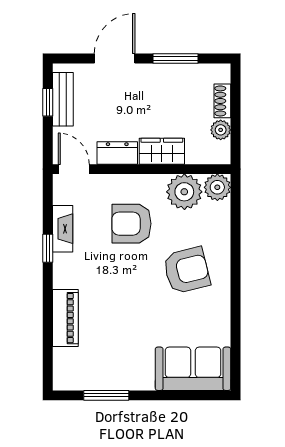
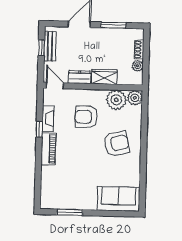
piano: (65, 318) -> (49, 149), moved

